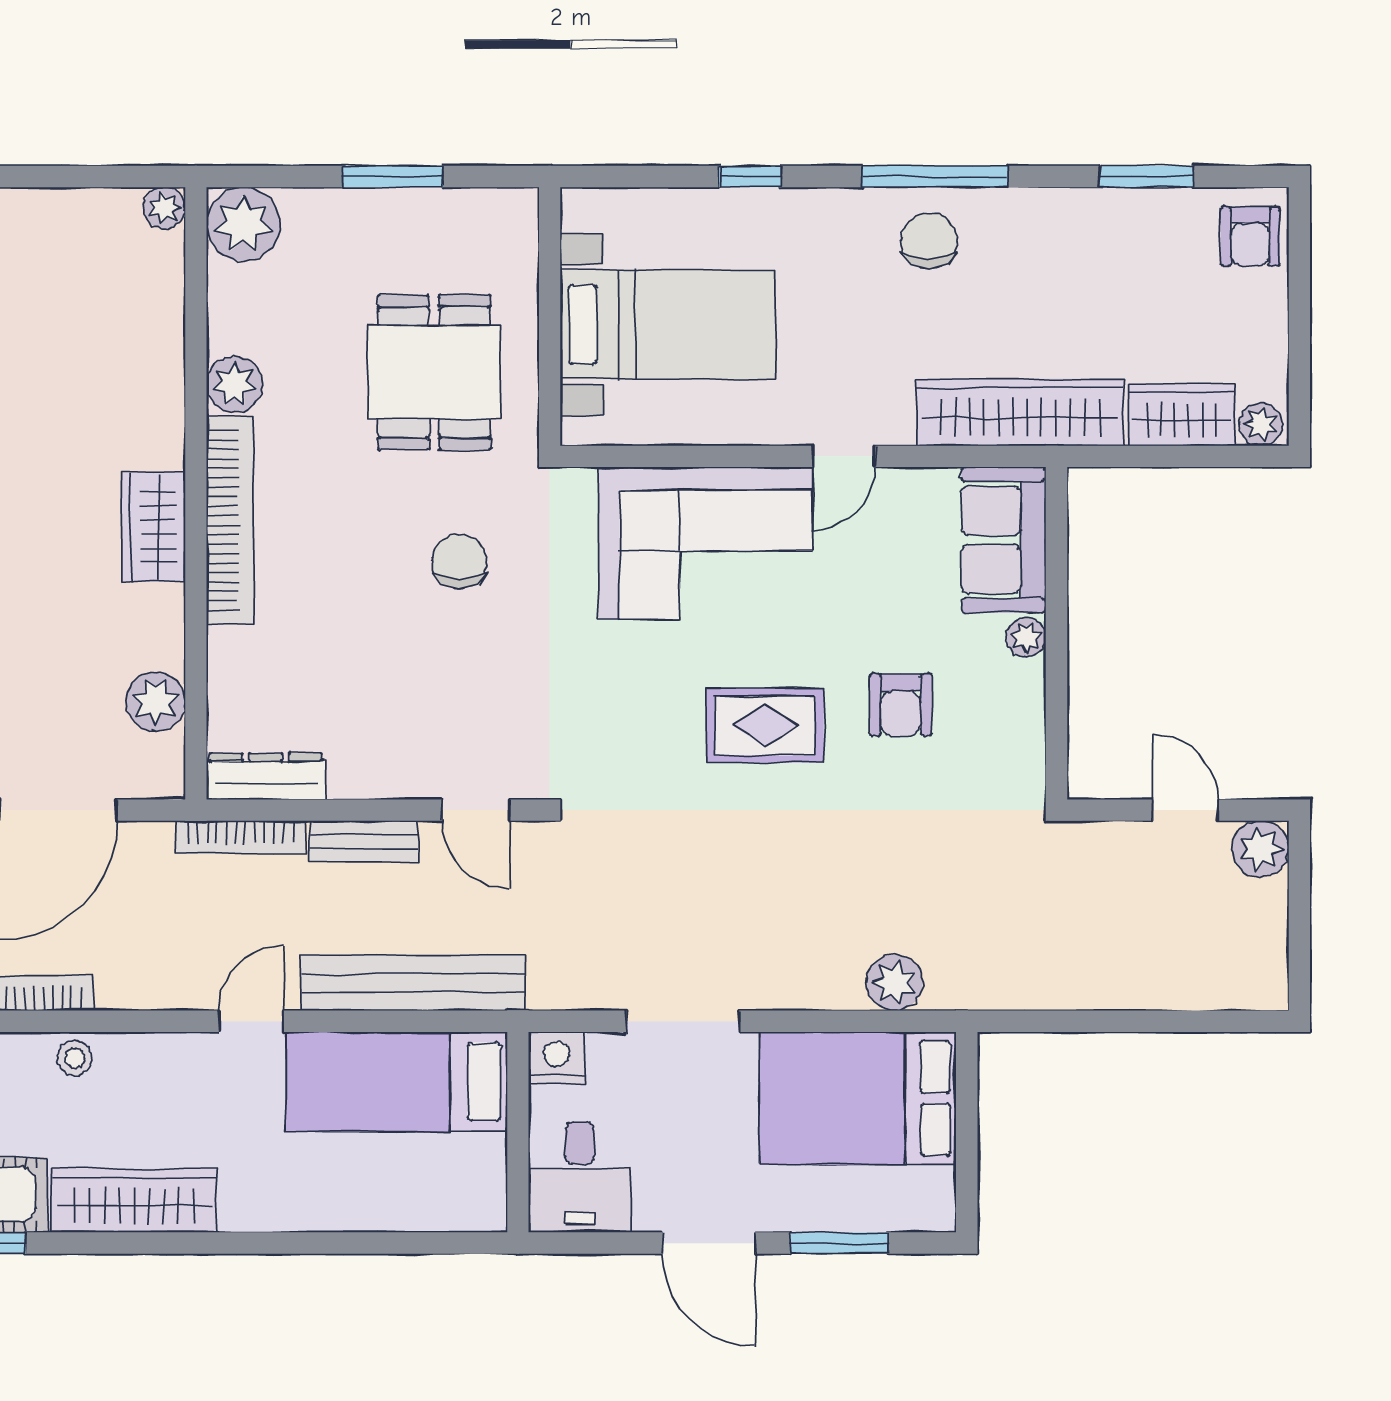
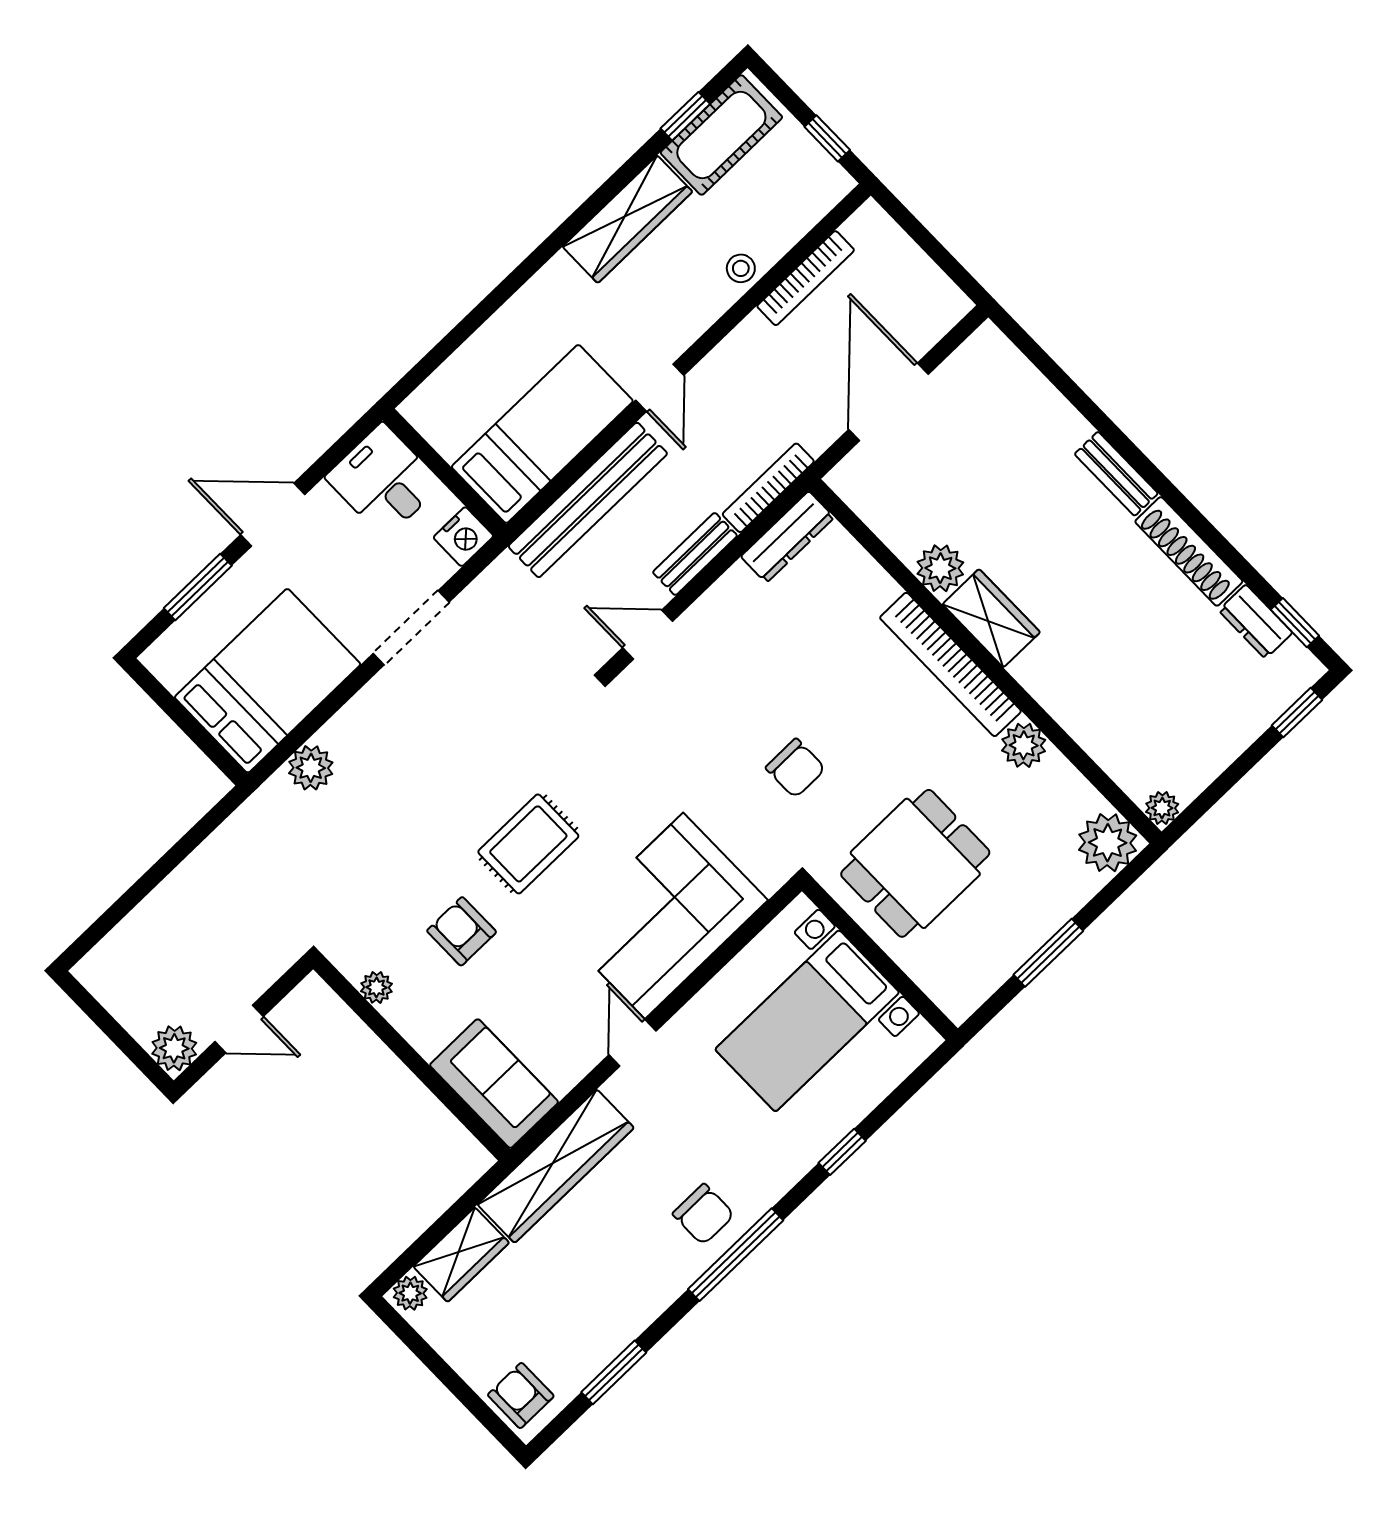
dining table: (434, 372) -> (915, 863), turned 90
plant: (1026, 637) -> (377, 987), moved
plant: (156, 701) -> (940, 568), moved

